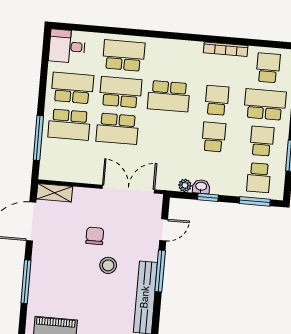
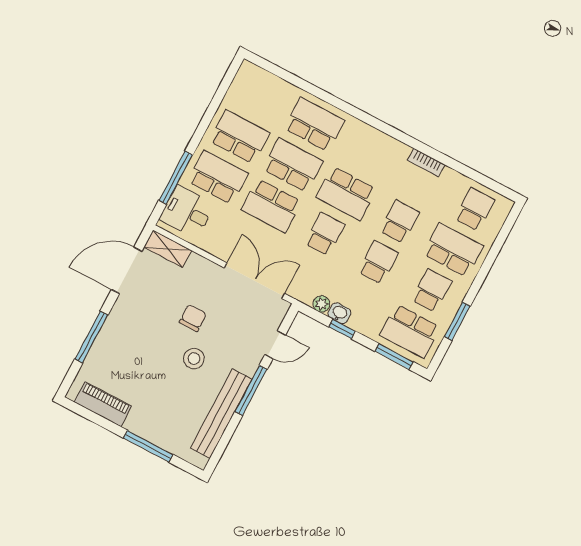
desk: (67, 46) -> (187, 212), moved
bookcase: (226, 49) -> (426, 162), width x0.64
school desk: (69, 125) -> (218, 177), turned 180
school desk: (166, 133) -> (325, 234), added
school desk: (259, 178) -> (410, 331), width x1.85

